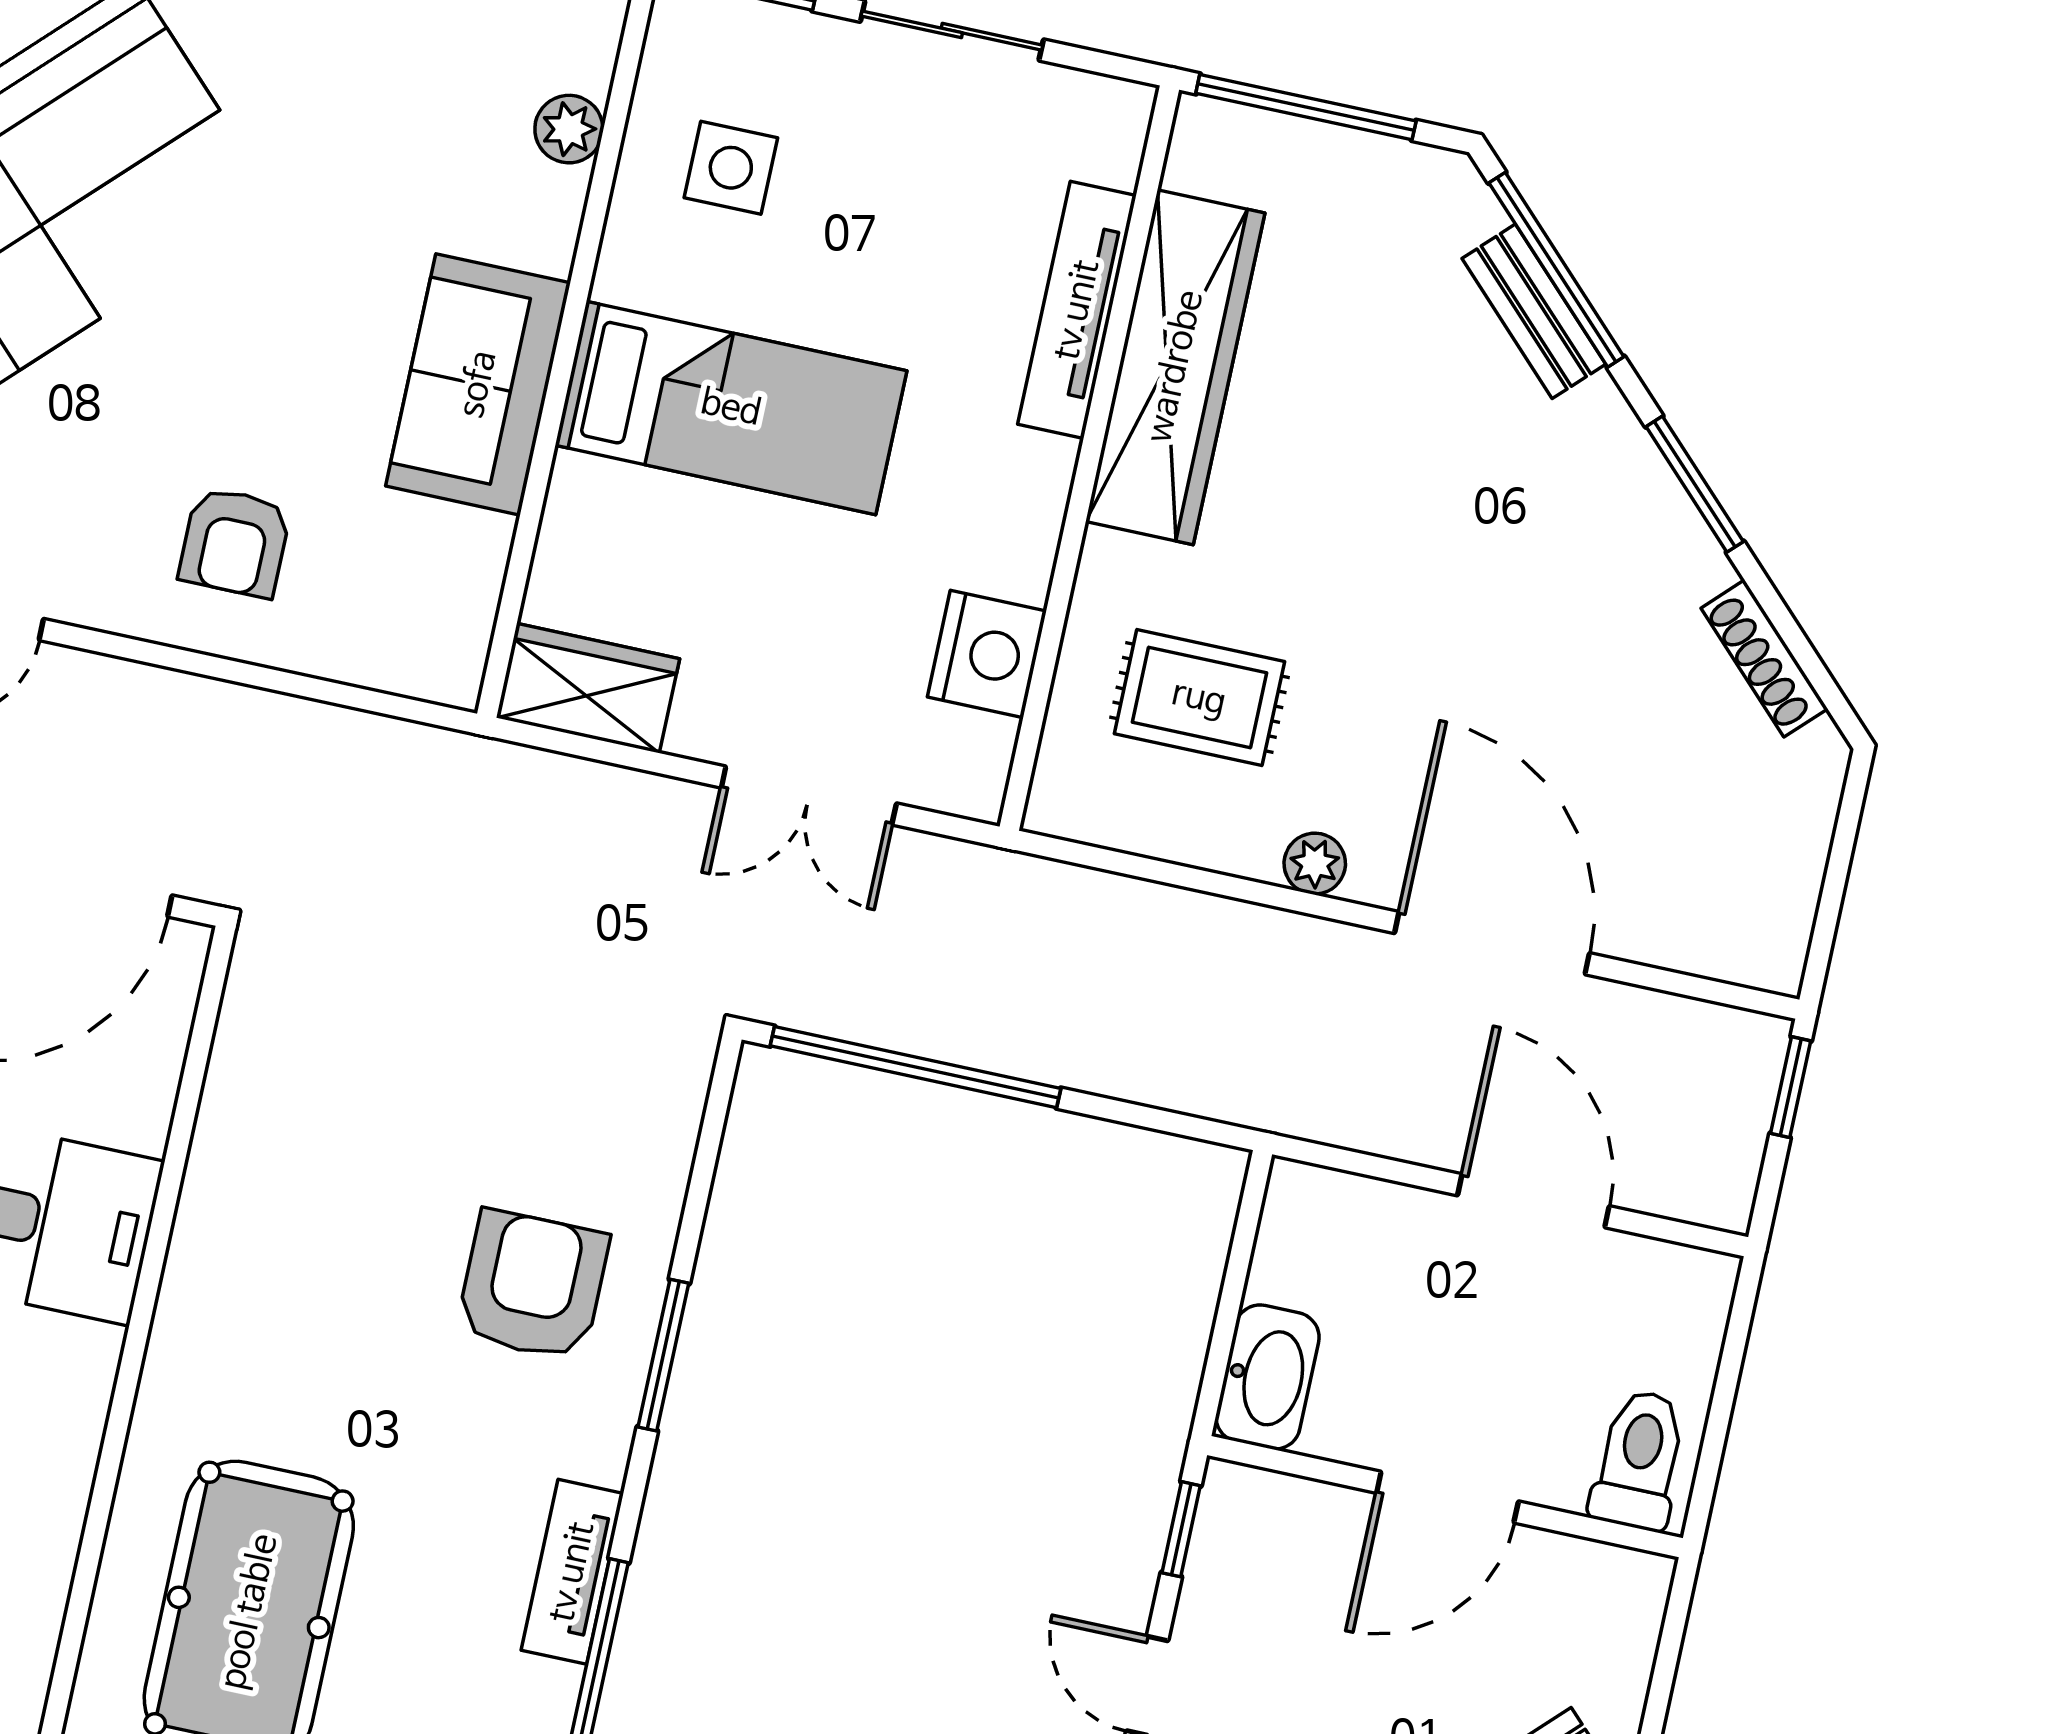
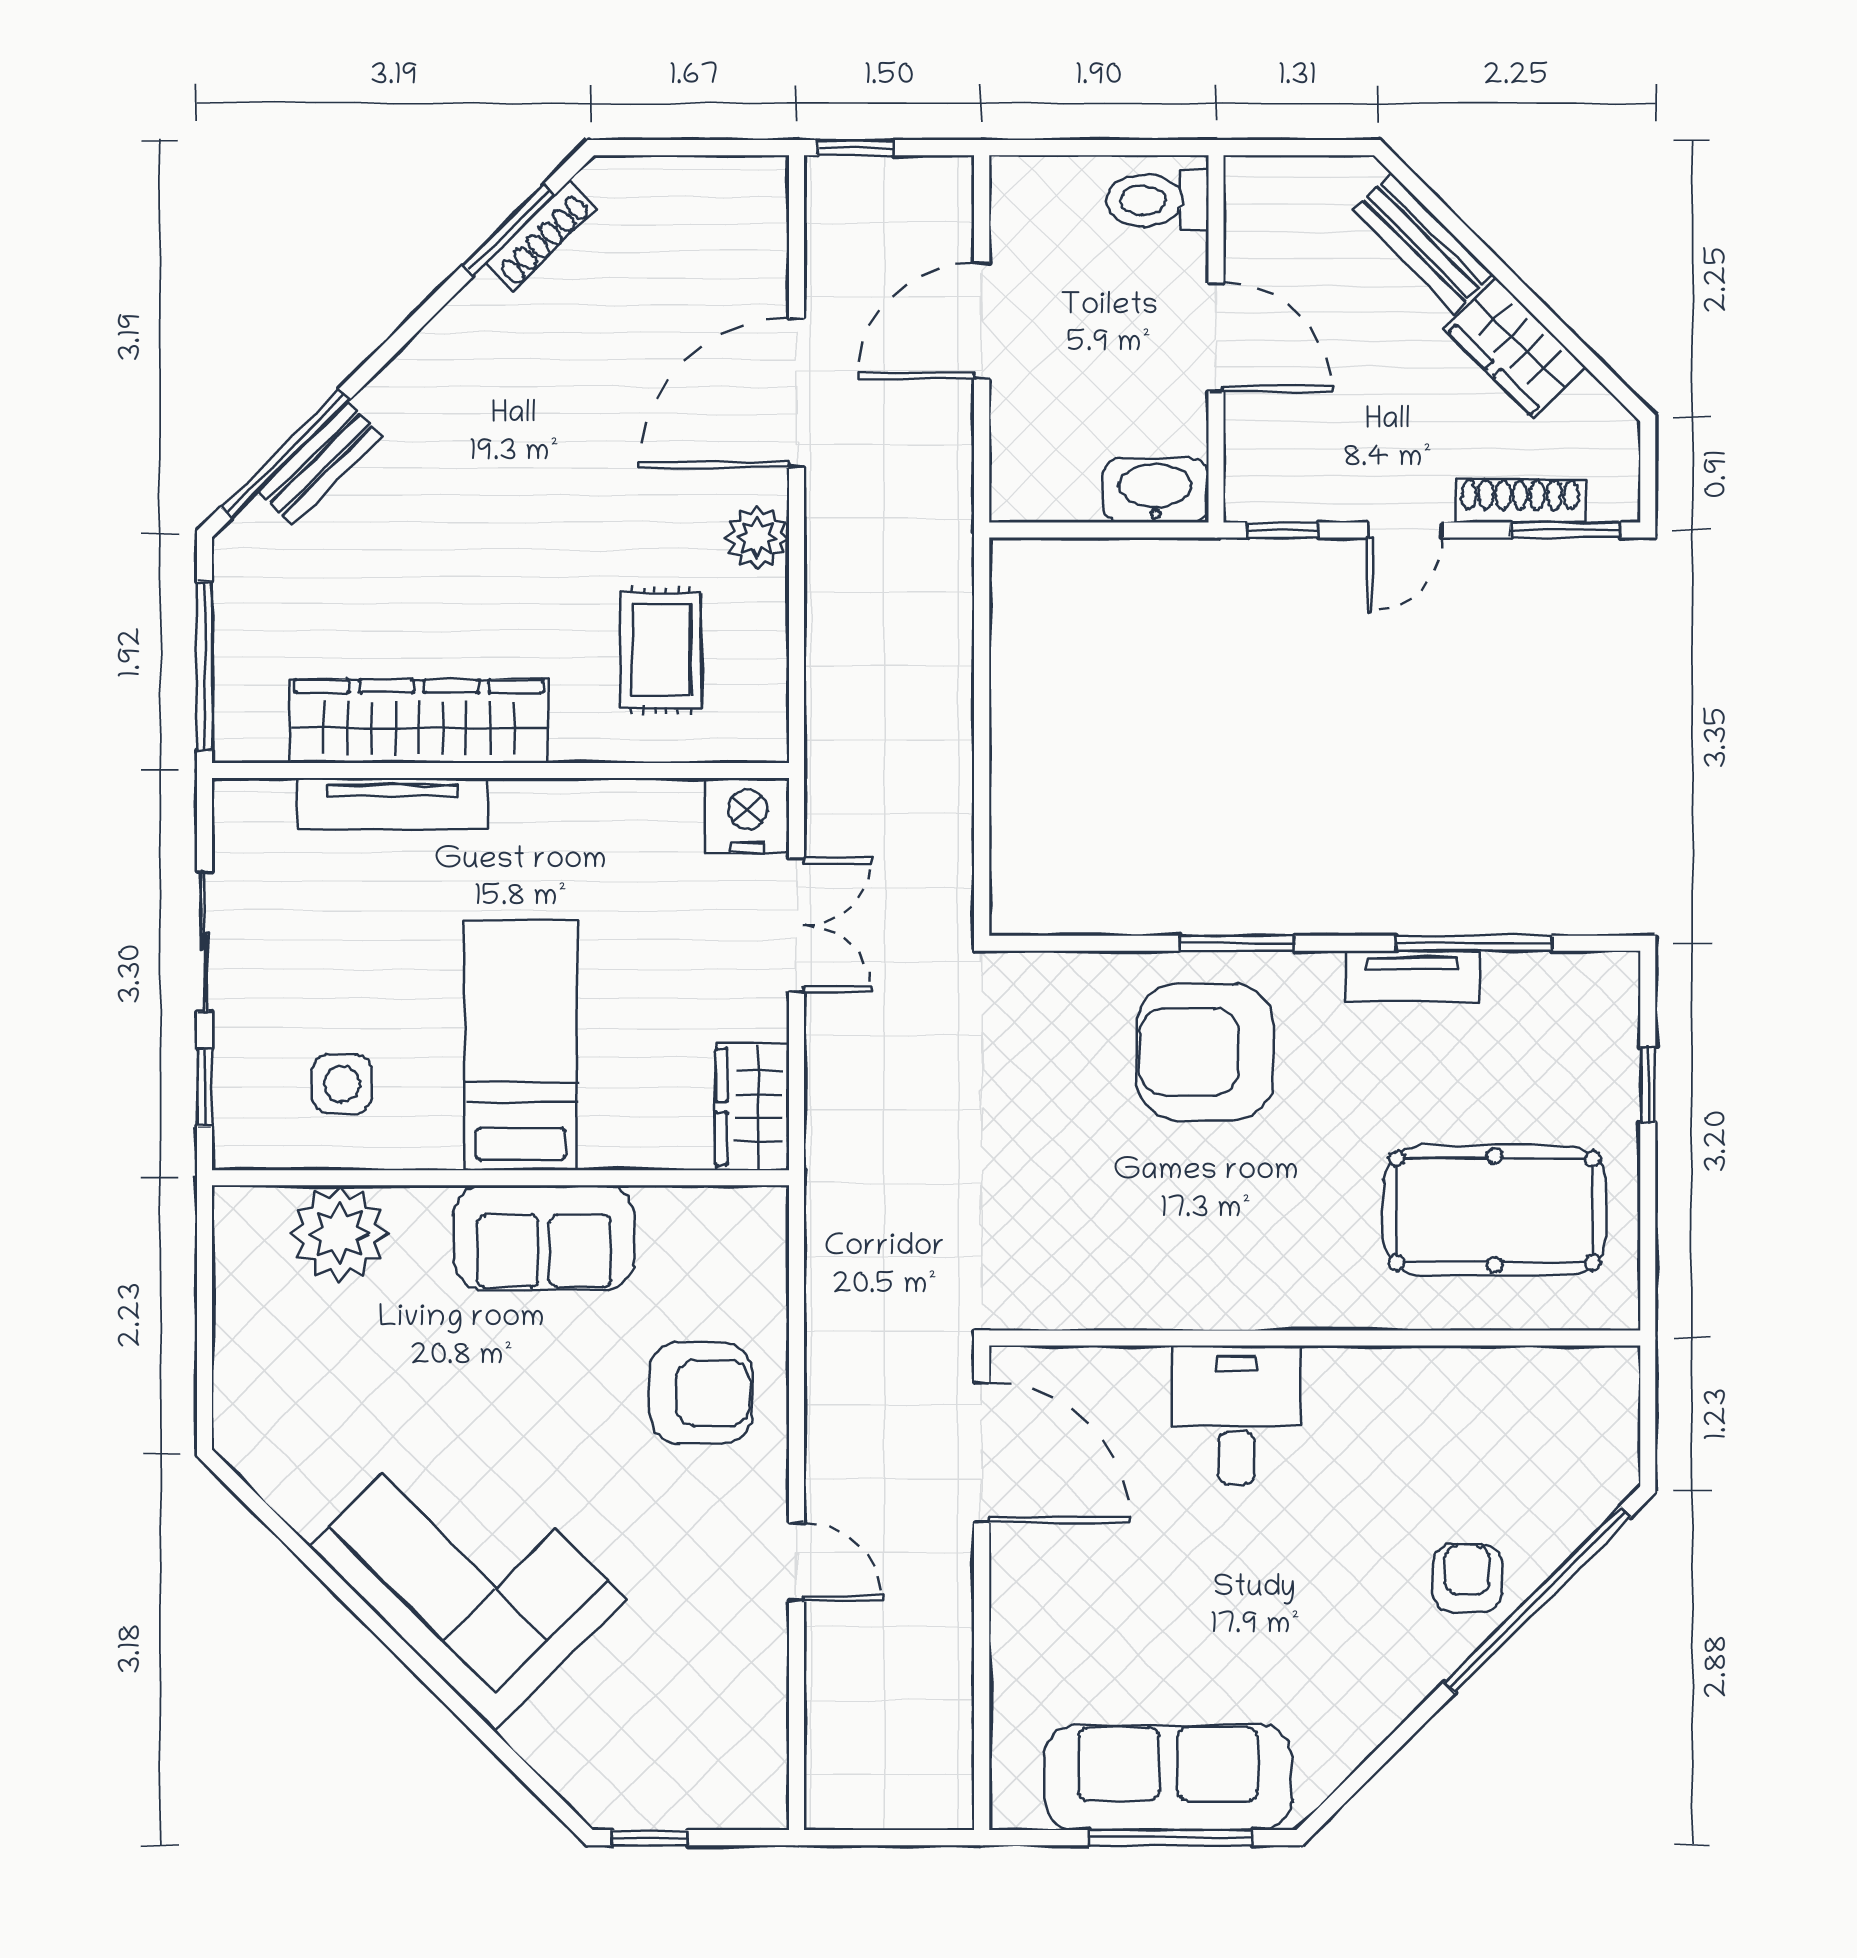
plant: (569, 129) -> (339, 1233), width x1.88, depth x1.88
window: (1695, 484) -> (508, 230), moved
armchair: (235, 542) -> (701, 1393), width x1.38, depth x1.38
nightstand: (987, 654) -> (748, 815), moved
plant: (1315, 864) -> (757, 538), width x1.38, depth x1.38
window: (916, 1067) -> (982, 802), removed
armchair: (533, 1285) -> (1205, 1052), width x1.36, depth x1.36

